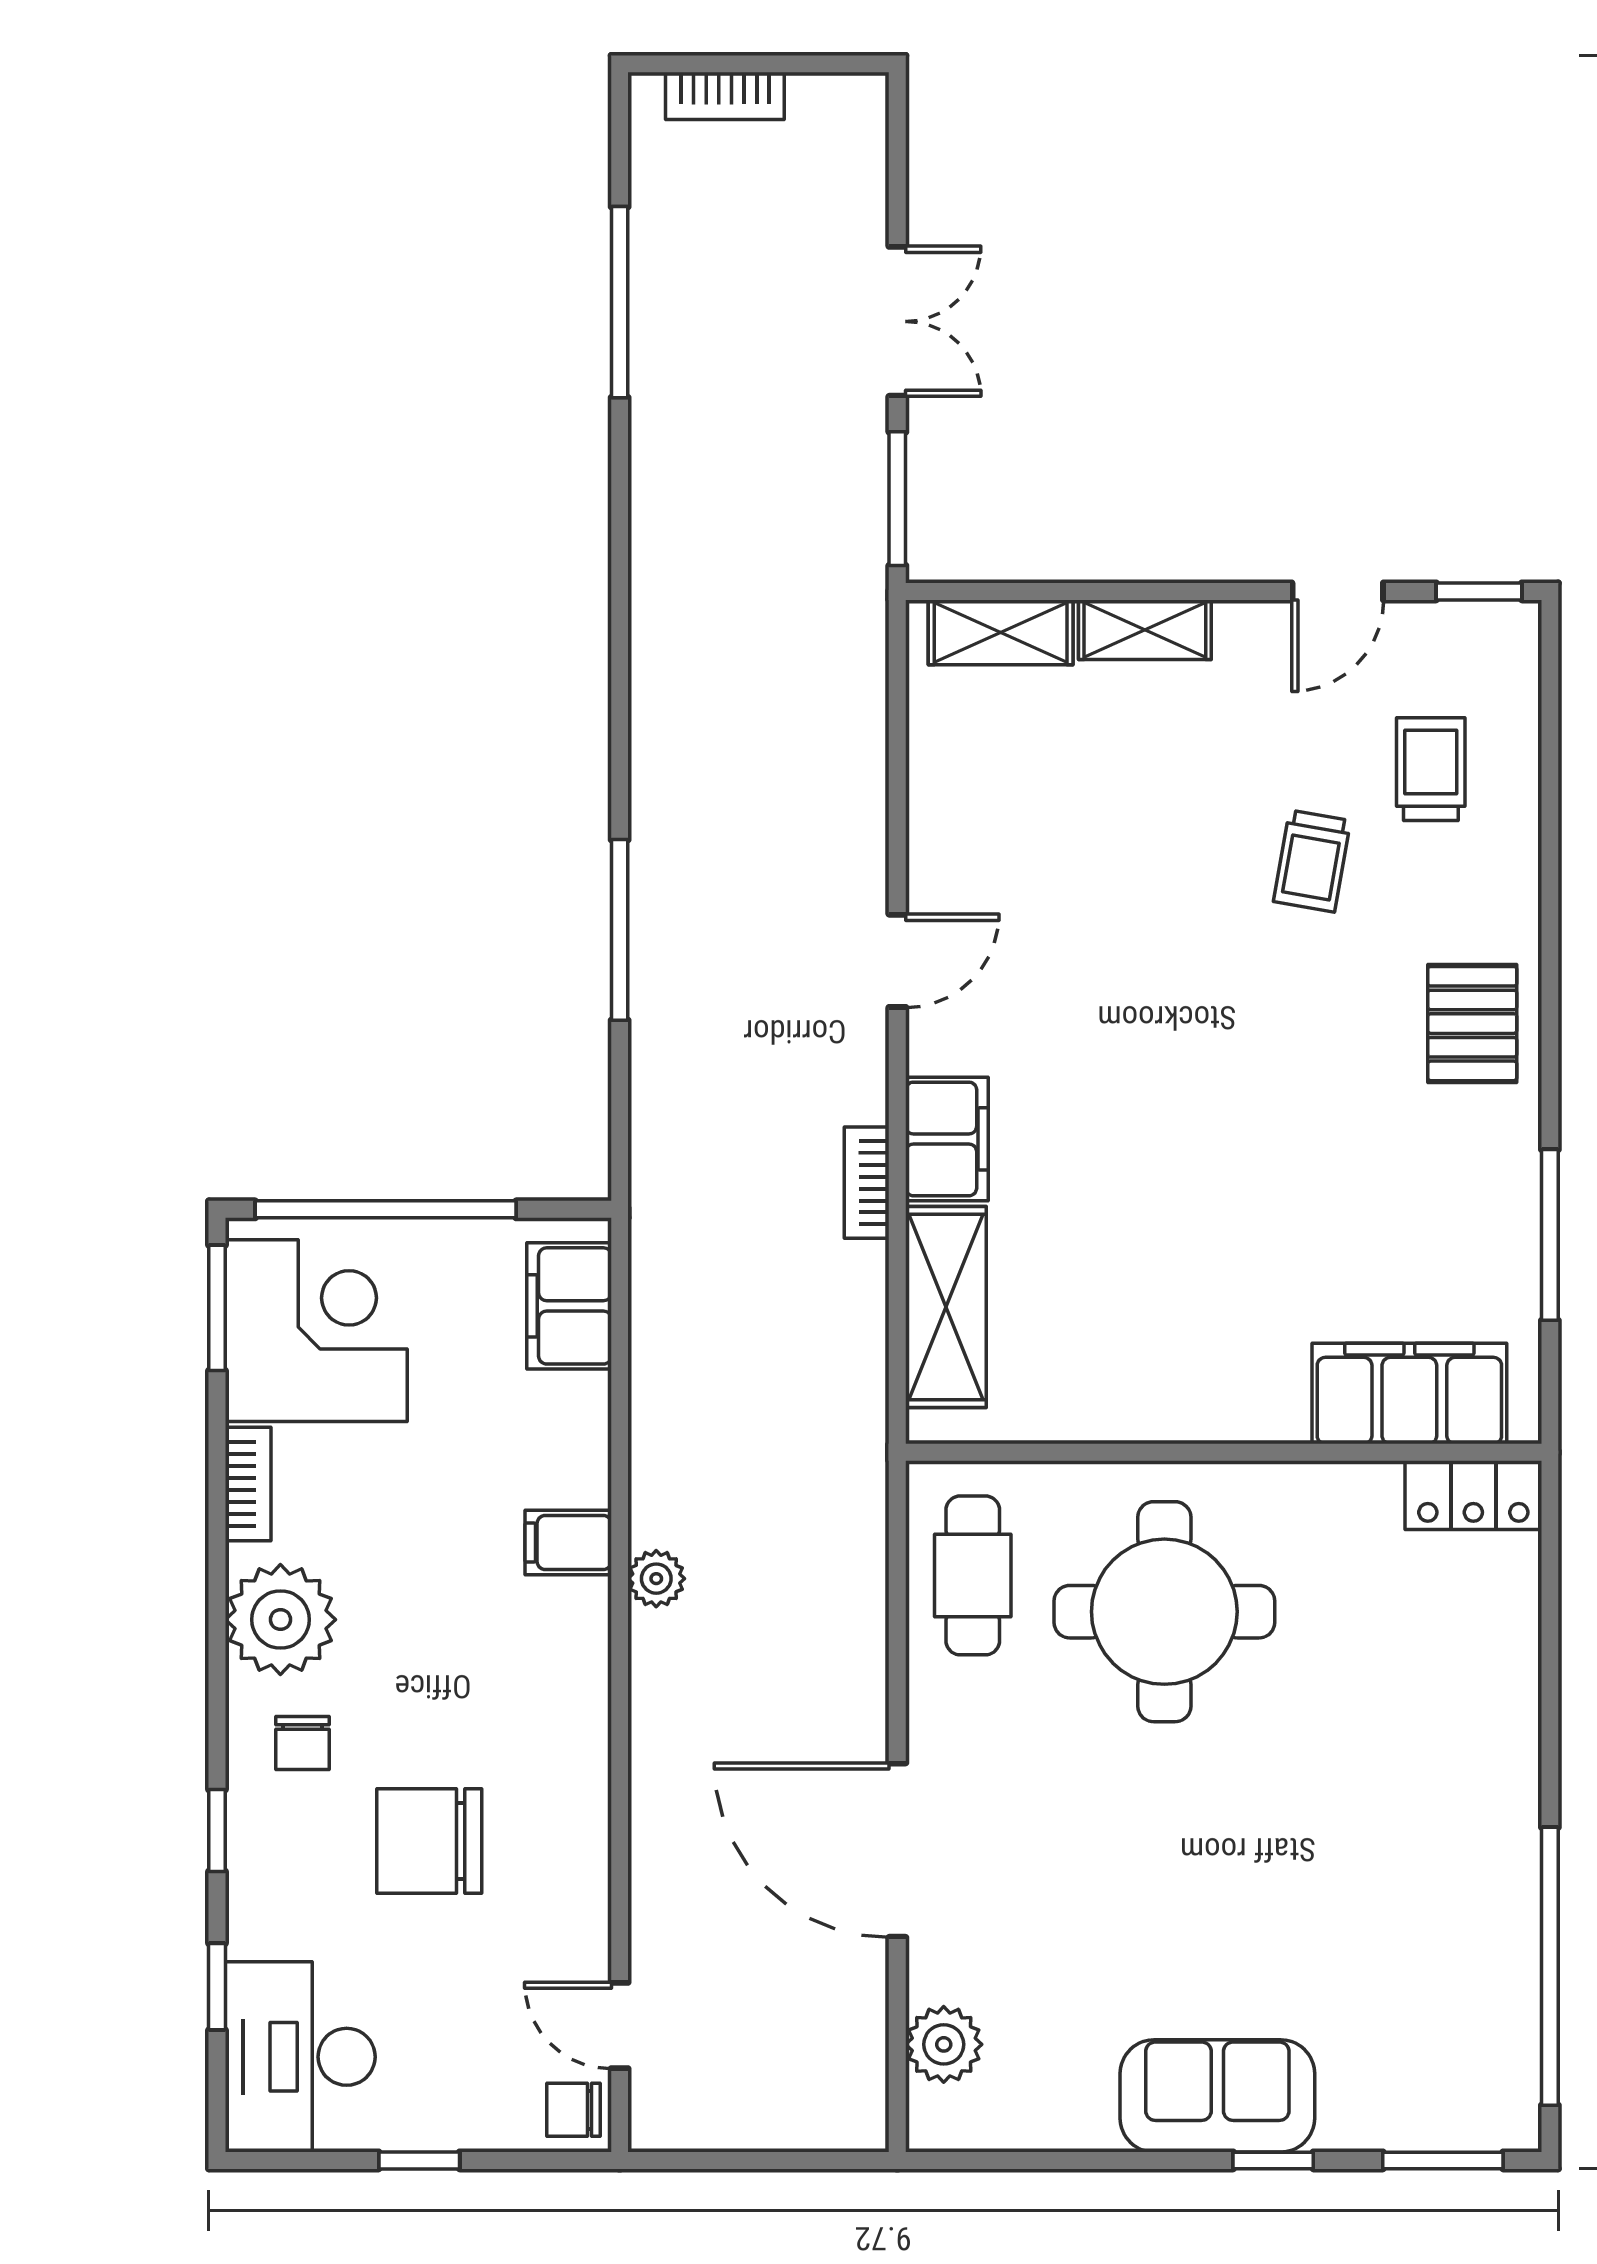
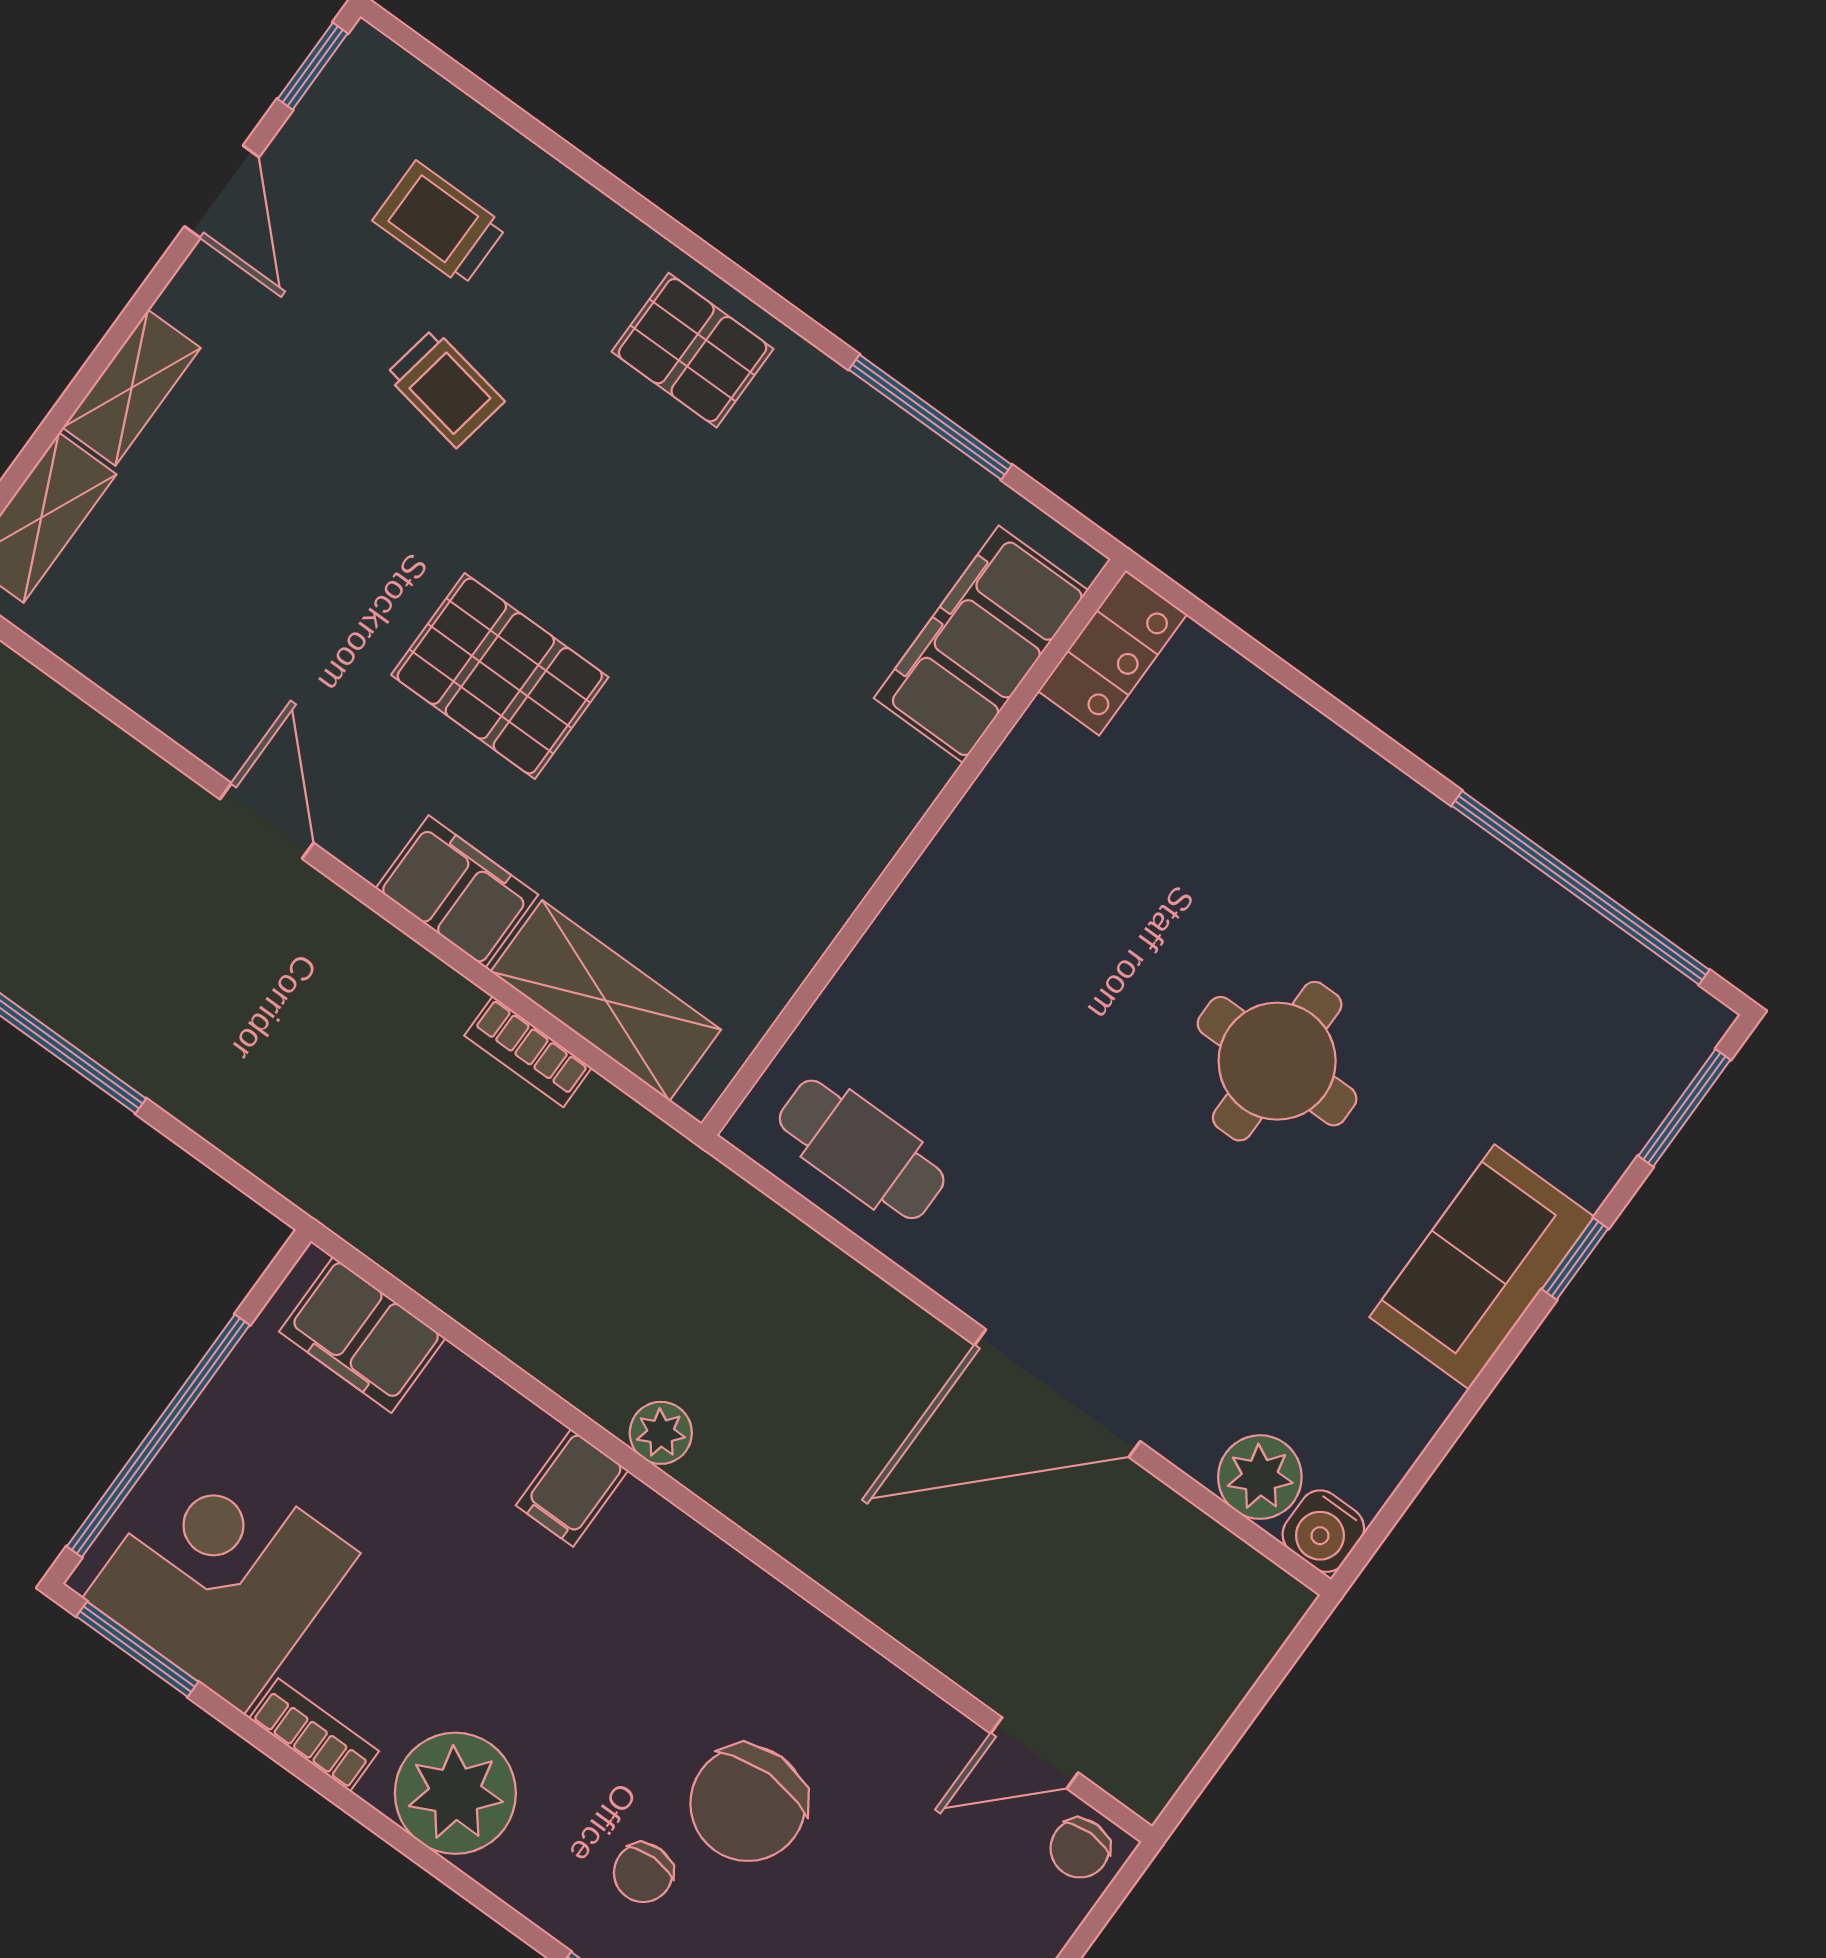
pallet: (1129, 1055) -> (500, 676), added
bookcase: (867, 1183) -> (528, 1052), moved
round table: (1164, 1612) -> (1277, 1061), moved, width x0.73, depth x0.73
chair: (302, 1743) -> (643, 1873), moved, turned 90
water cooler: (938, 2120) -> (1323, 1531), added

